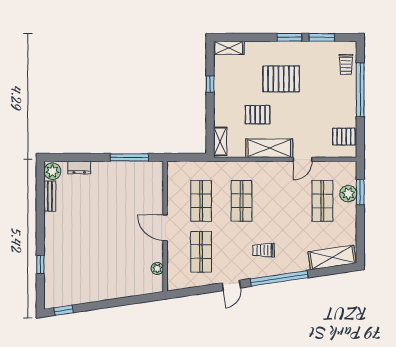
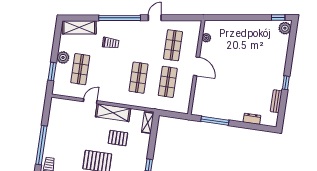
pallet: (344, 137) -> (58, 113), removed
plant: (52, 171) -> (285, 28), moved
plant: (348, 194) -> (63, 57), moved
trolley: (264, 250) -> (111, 43), moved
window: (40, 264) -> (286, 83), moved

